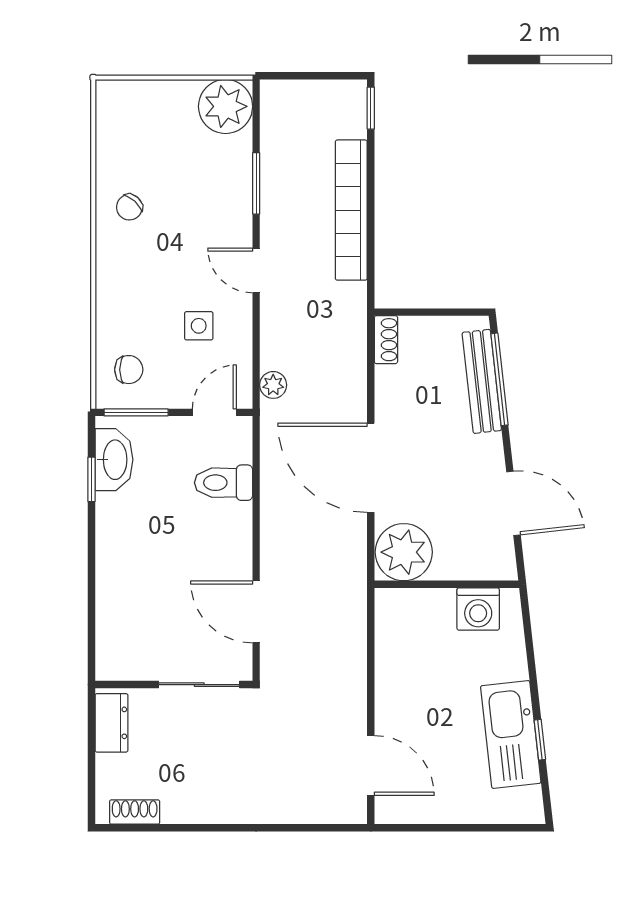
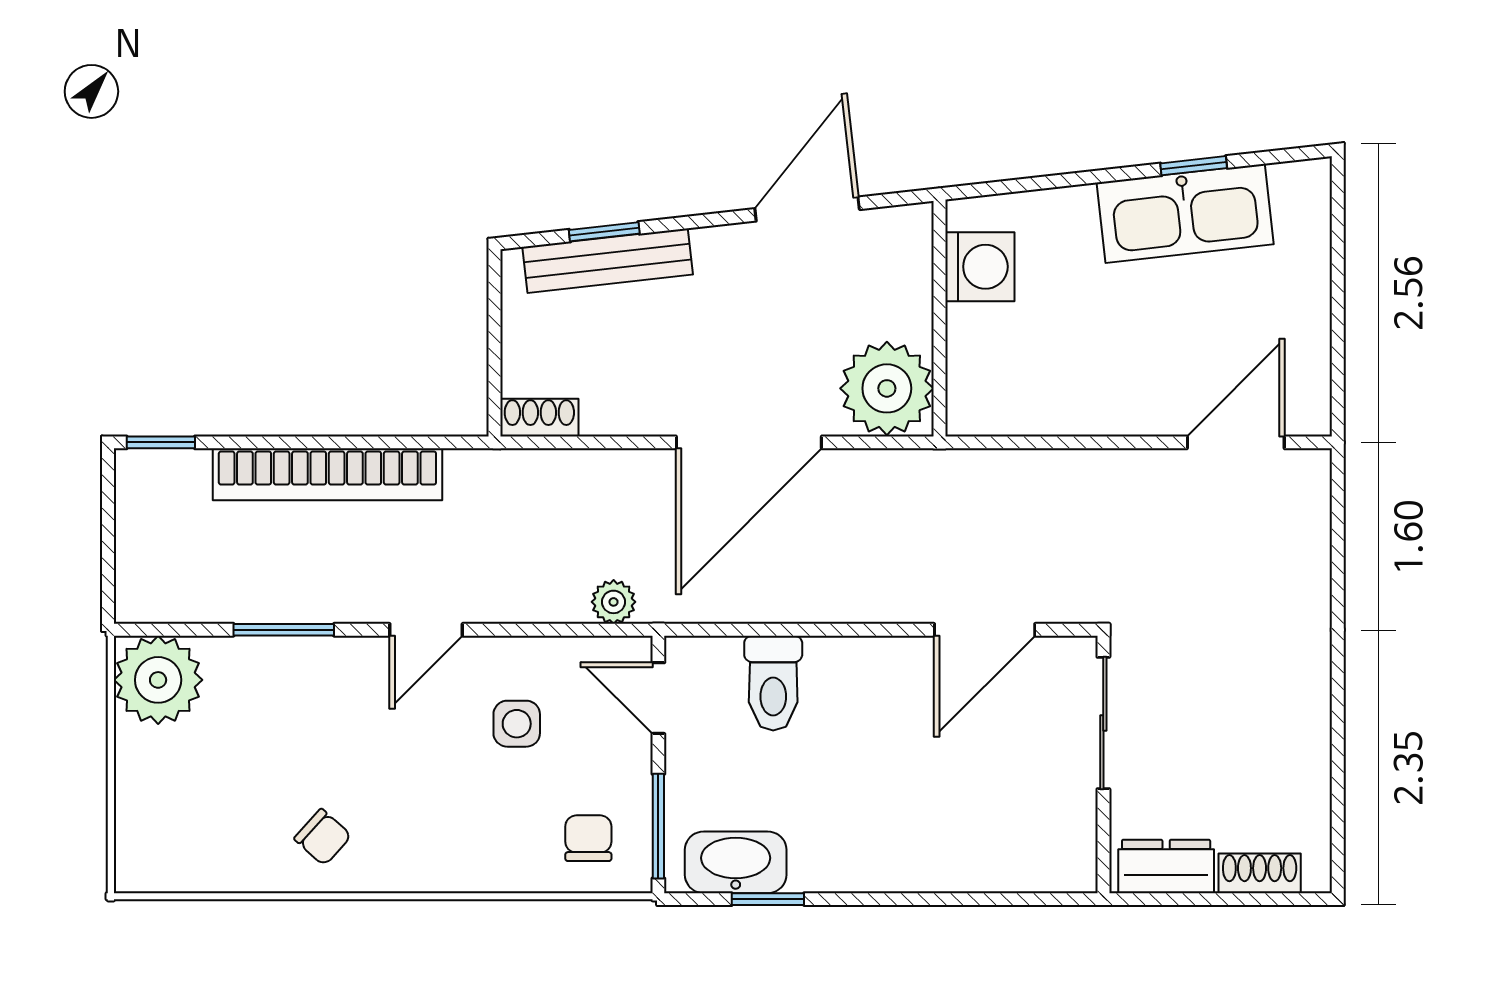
window: (500, 379) -> (604, 232), width x0.46
shoe rack: (135, 812) -> (1260, 873), moved, turned 90

